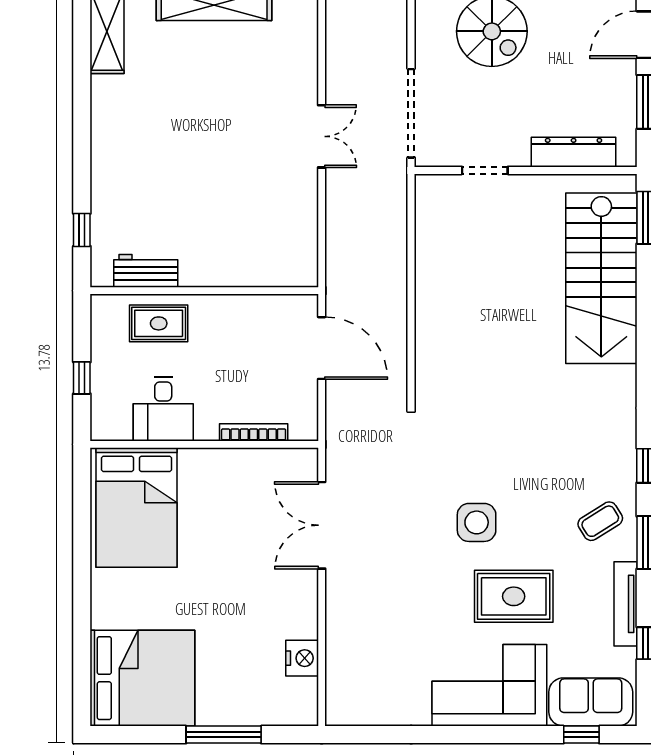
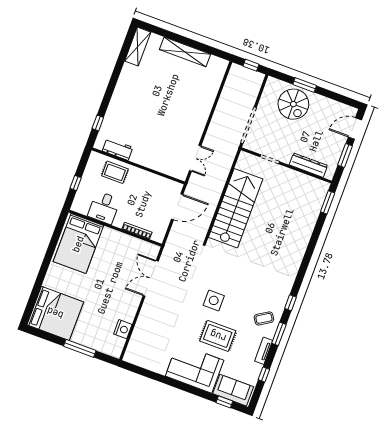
double door: (322, 136) -> (195, 158), moved
stairs: (601, 278) -> (236, 208), moved, turned 180
door: (322, 348) -> (177, 207), hinge flipped
tv unit: (625, 604) -> (264, 351), width x0.71

